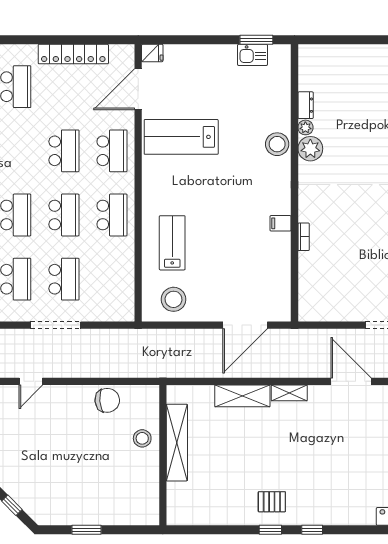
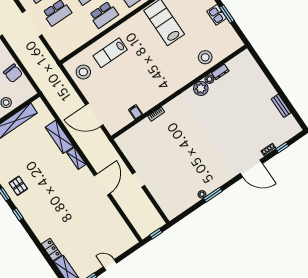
window: (256, 40) -> (227, 14), moved
kitchen sink: (253, 55) -> (217, 15), moved
stool: (277, 144) -> (205, 57), moved
filing cabinet: (281, 223) -> (135, 112), moved
lab bench: (172, 243) -> (110, 53), turned 180

